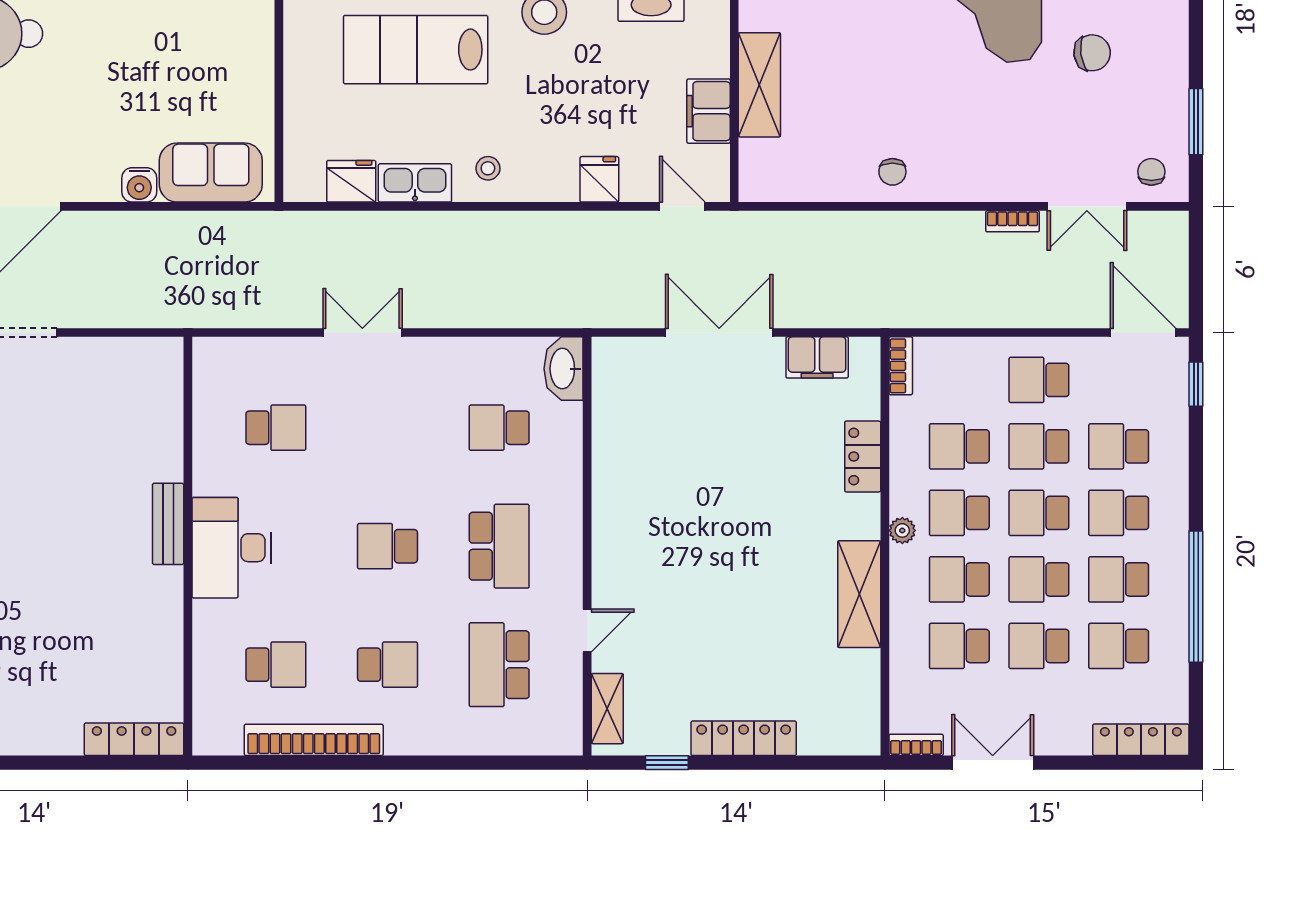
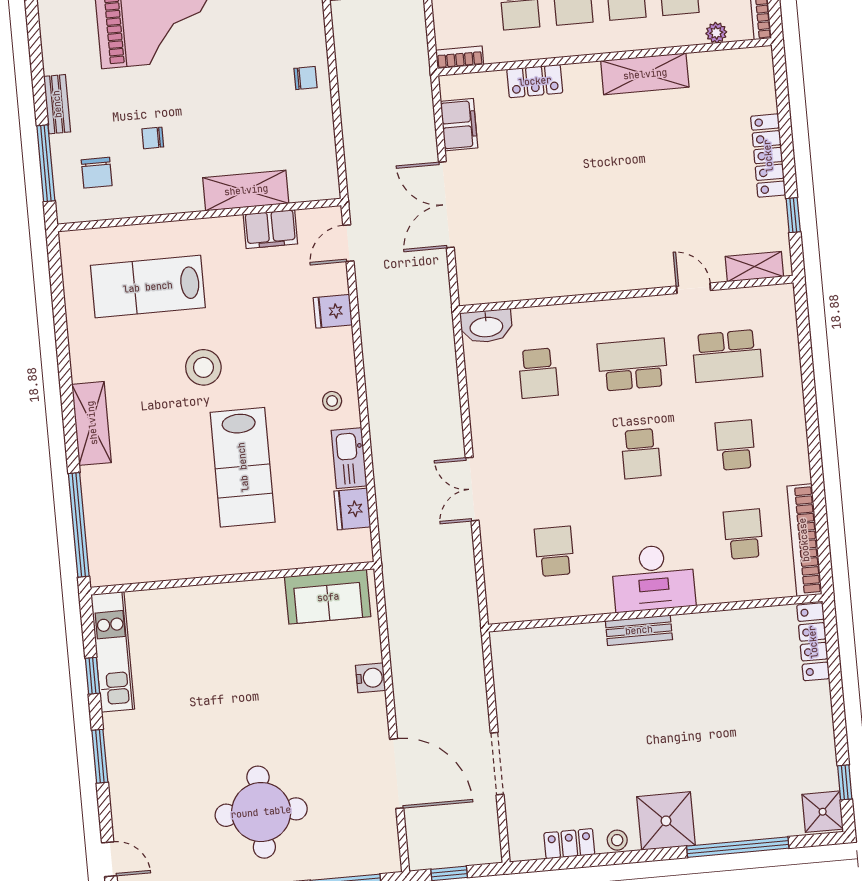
sofa: (211, 173) -> (328, 597), moved, turned -90
plant: (902, 530) -> (716, 33), moved
bookcase: (314, 740) -> (804, 540), moved

